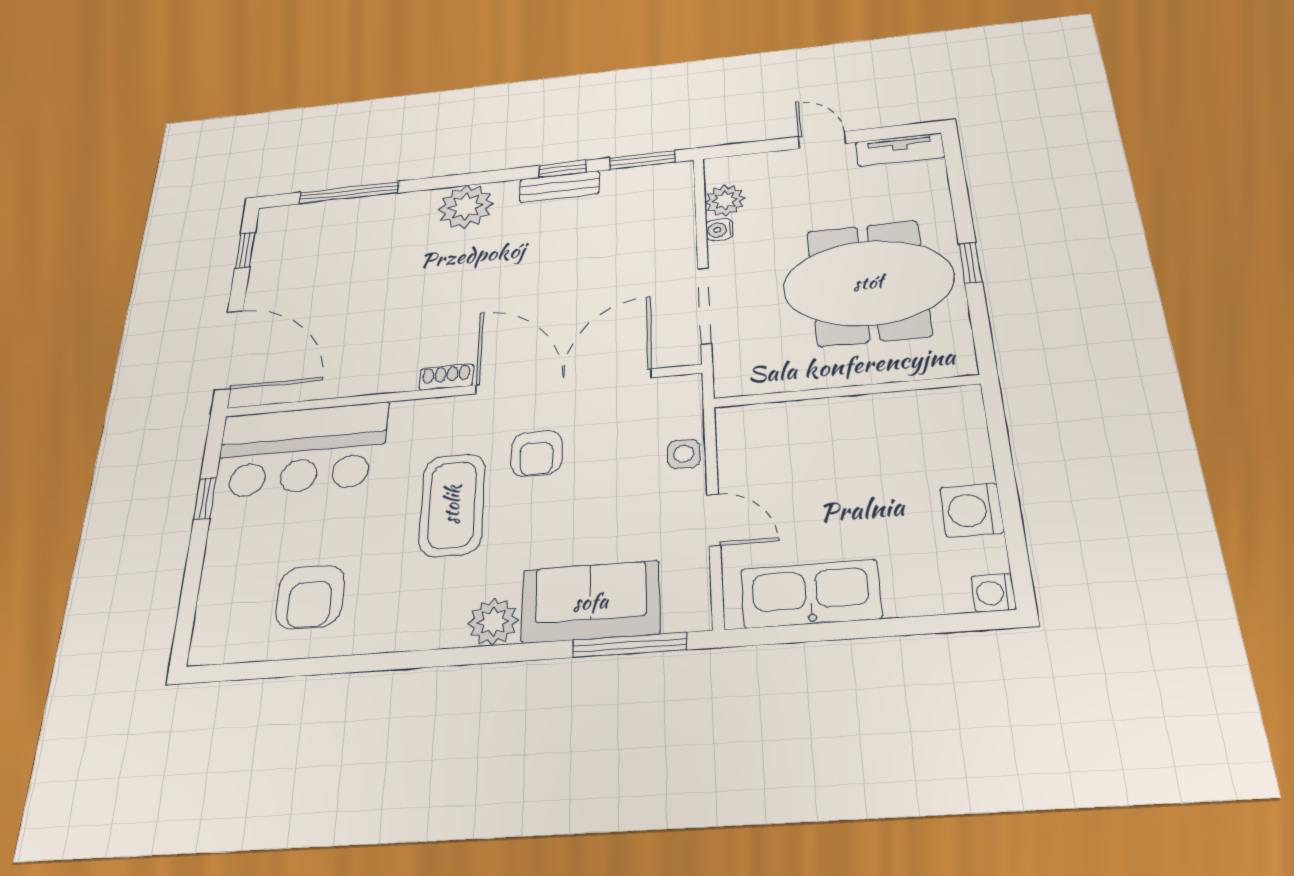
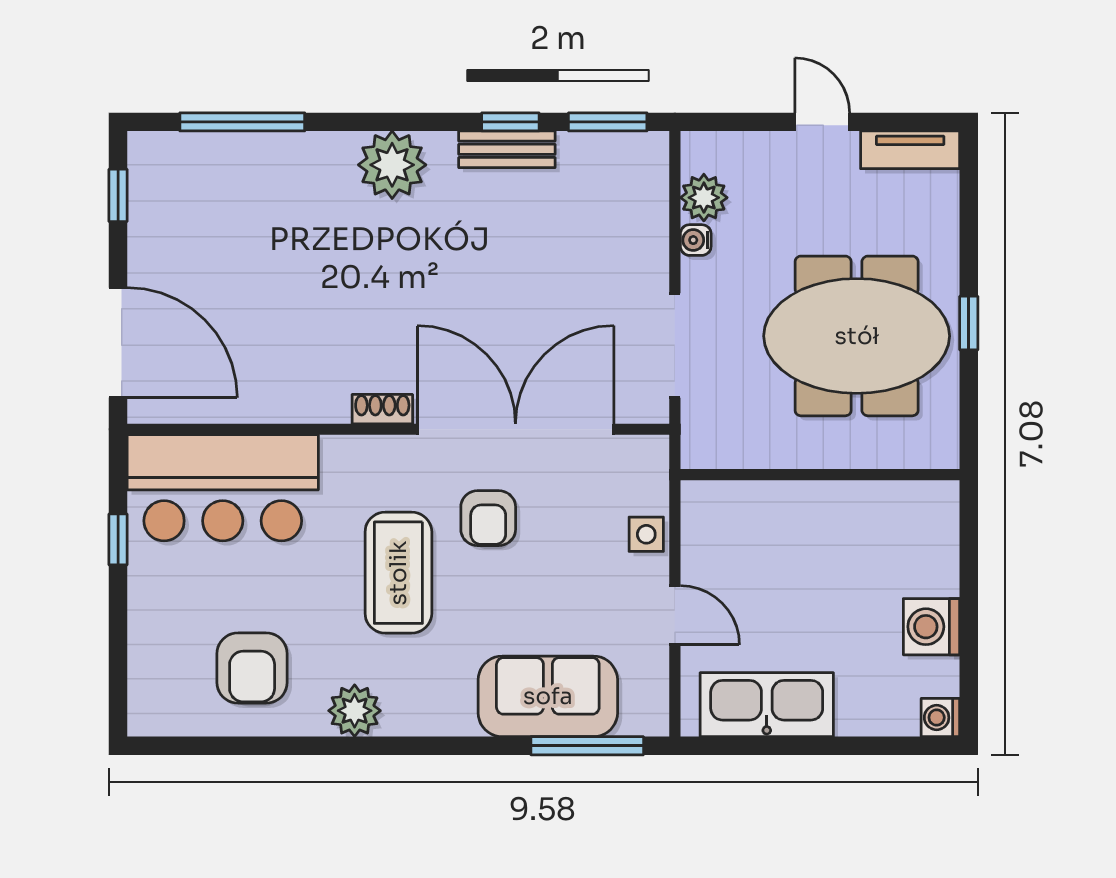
plant: (493, 622) -> (355, 711), moved

